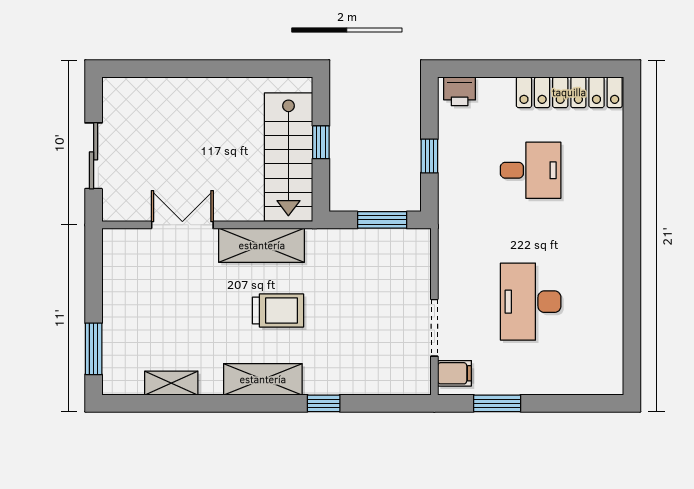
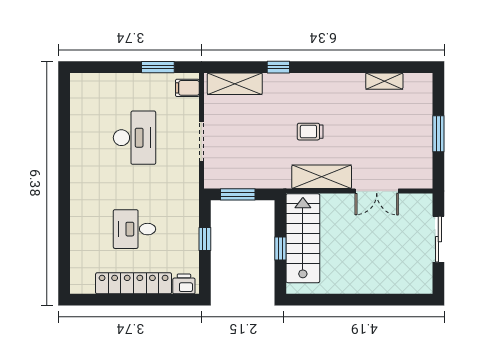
locker: (569, 92) -> (134, 283), moved
trolley: (278, 310) -> (310, 132), width x0.73, depth x0.72
doorway: (434, 328) -> (201, 142), moved
window: (94, 349) -> (438, 134), moved
shelving: (263, 379) -> (235, 84), moved

